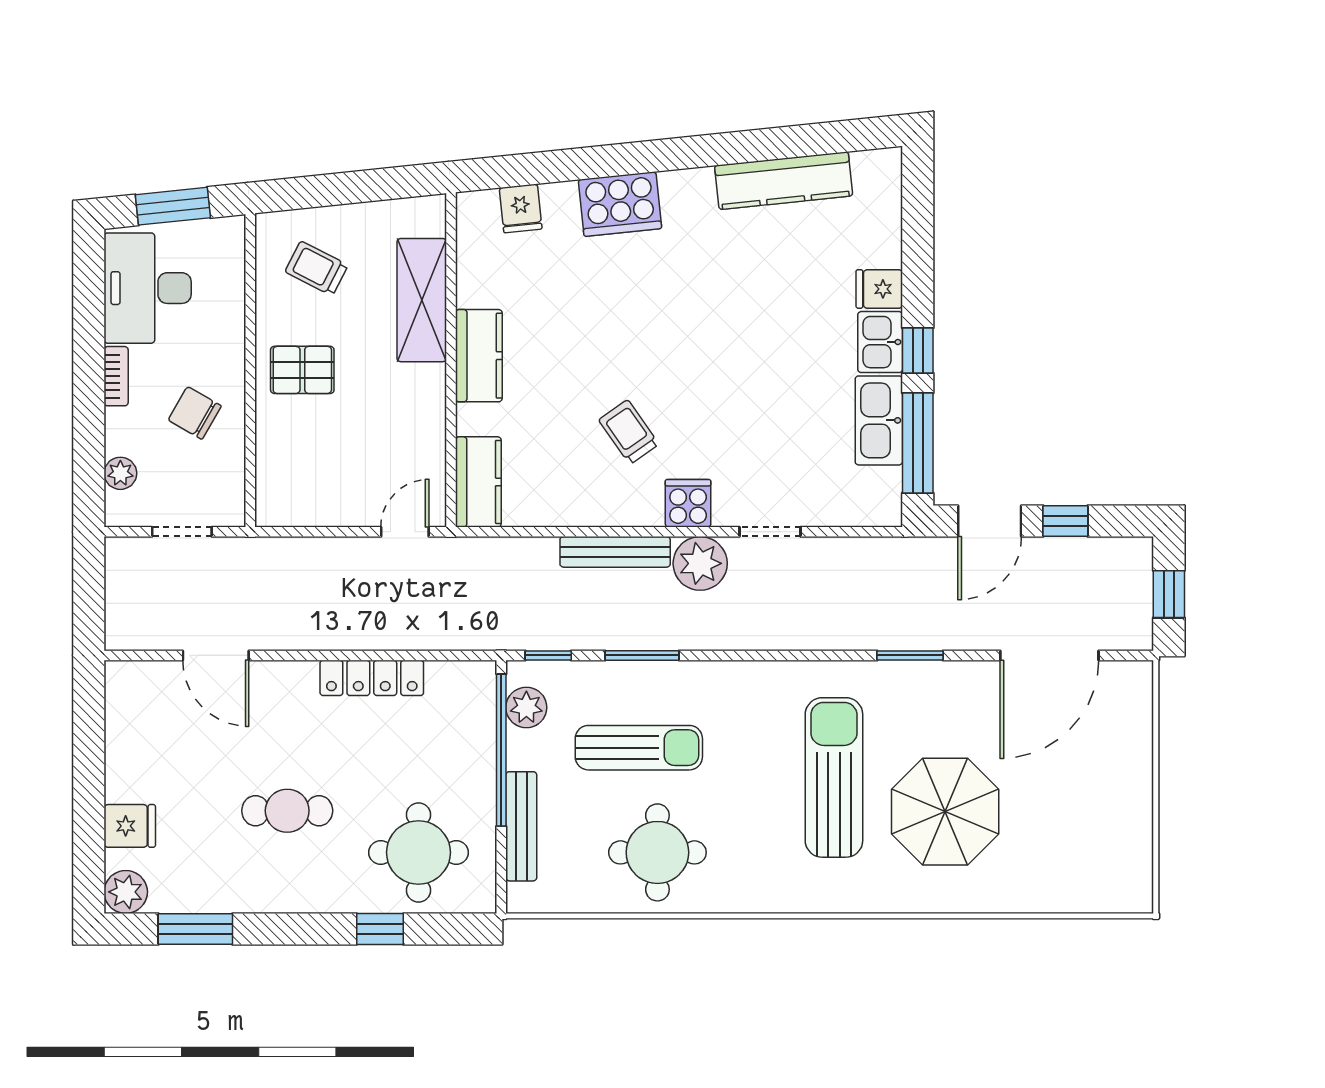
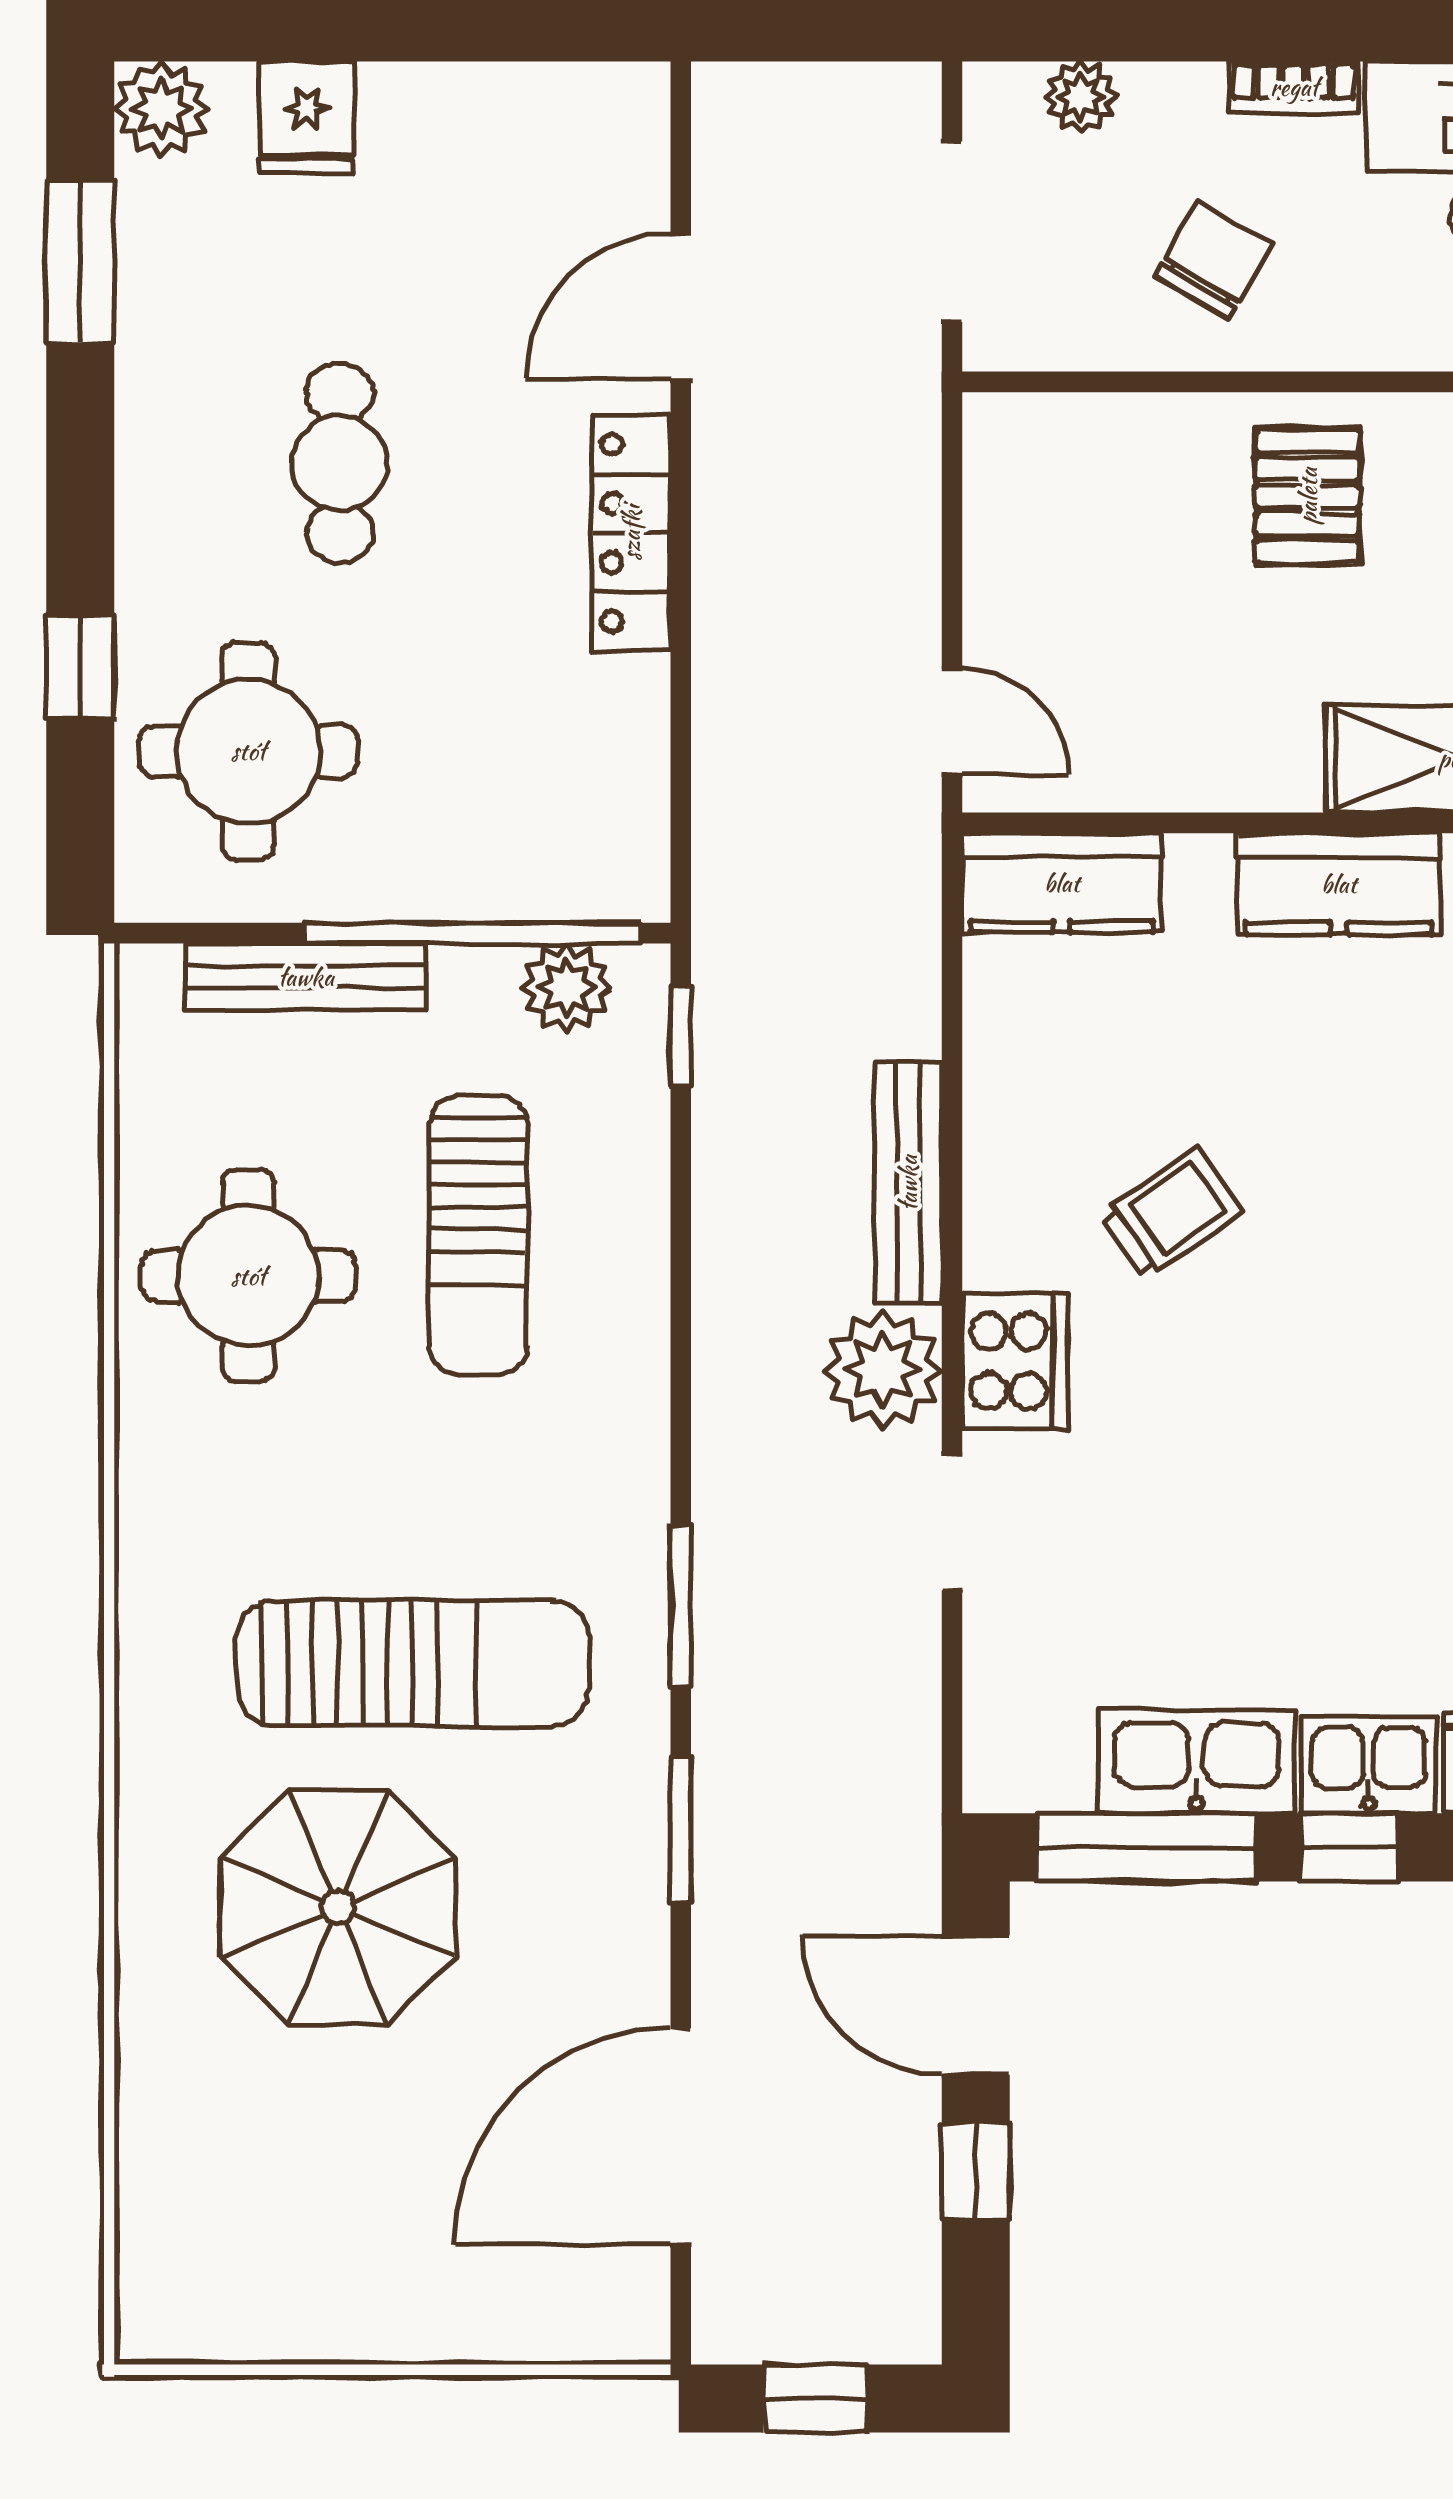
cooker: (688, 503) -> (1015, 1361), width x1.36
doorway: (182, 532) -> (952, 232), width x1.38
window: (642, 655) -> (681, 1605), moved
door: (1049, 655) -> (681, 2136), hinge flipped
locker: (372, 678) -> (631, 533), moved

